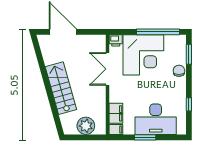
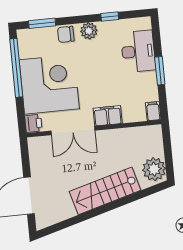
plant: (180, 88) -> (89, 31), added
filing cabinet: (116, 113) -> (108, 116), moved
desk: (156, 119) -> (138, 51), width x0.73, depth x0.77
plant: (86, 126) -> (154, 169), moved

